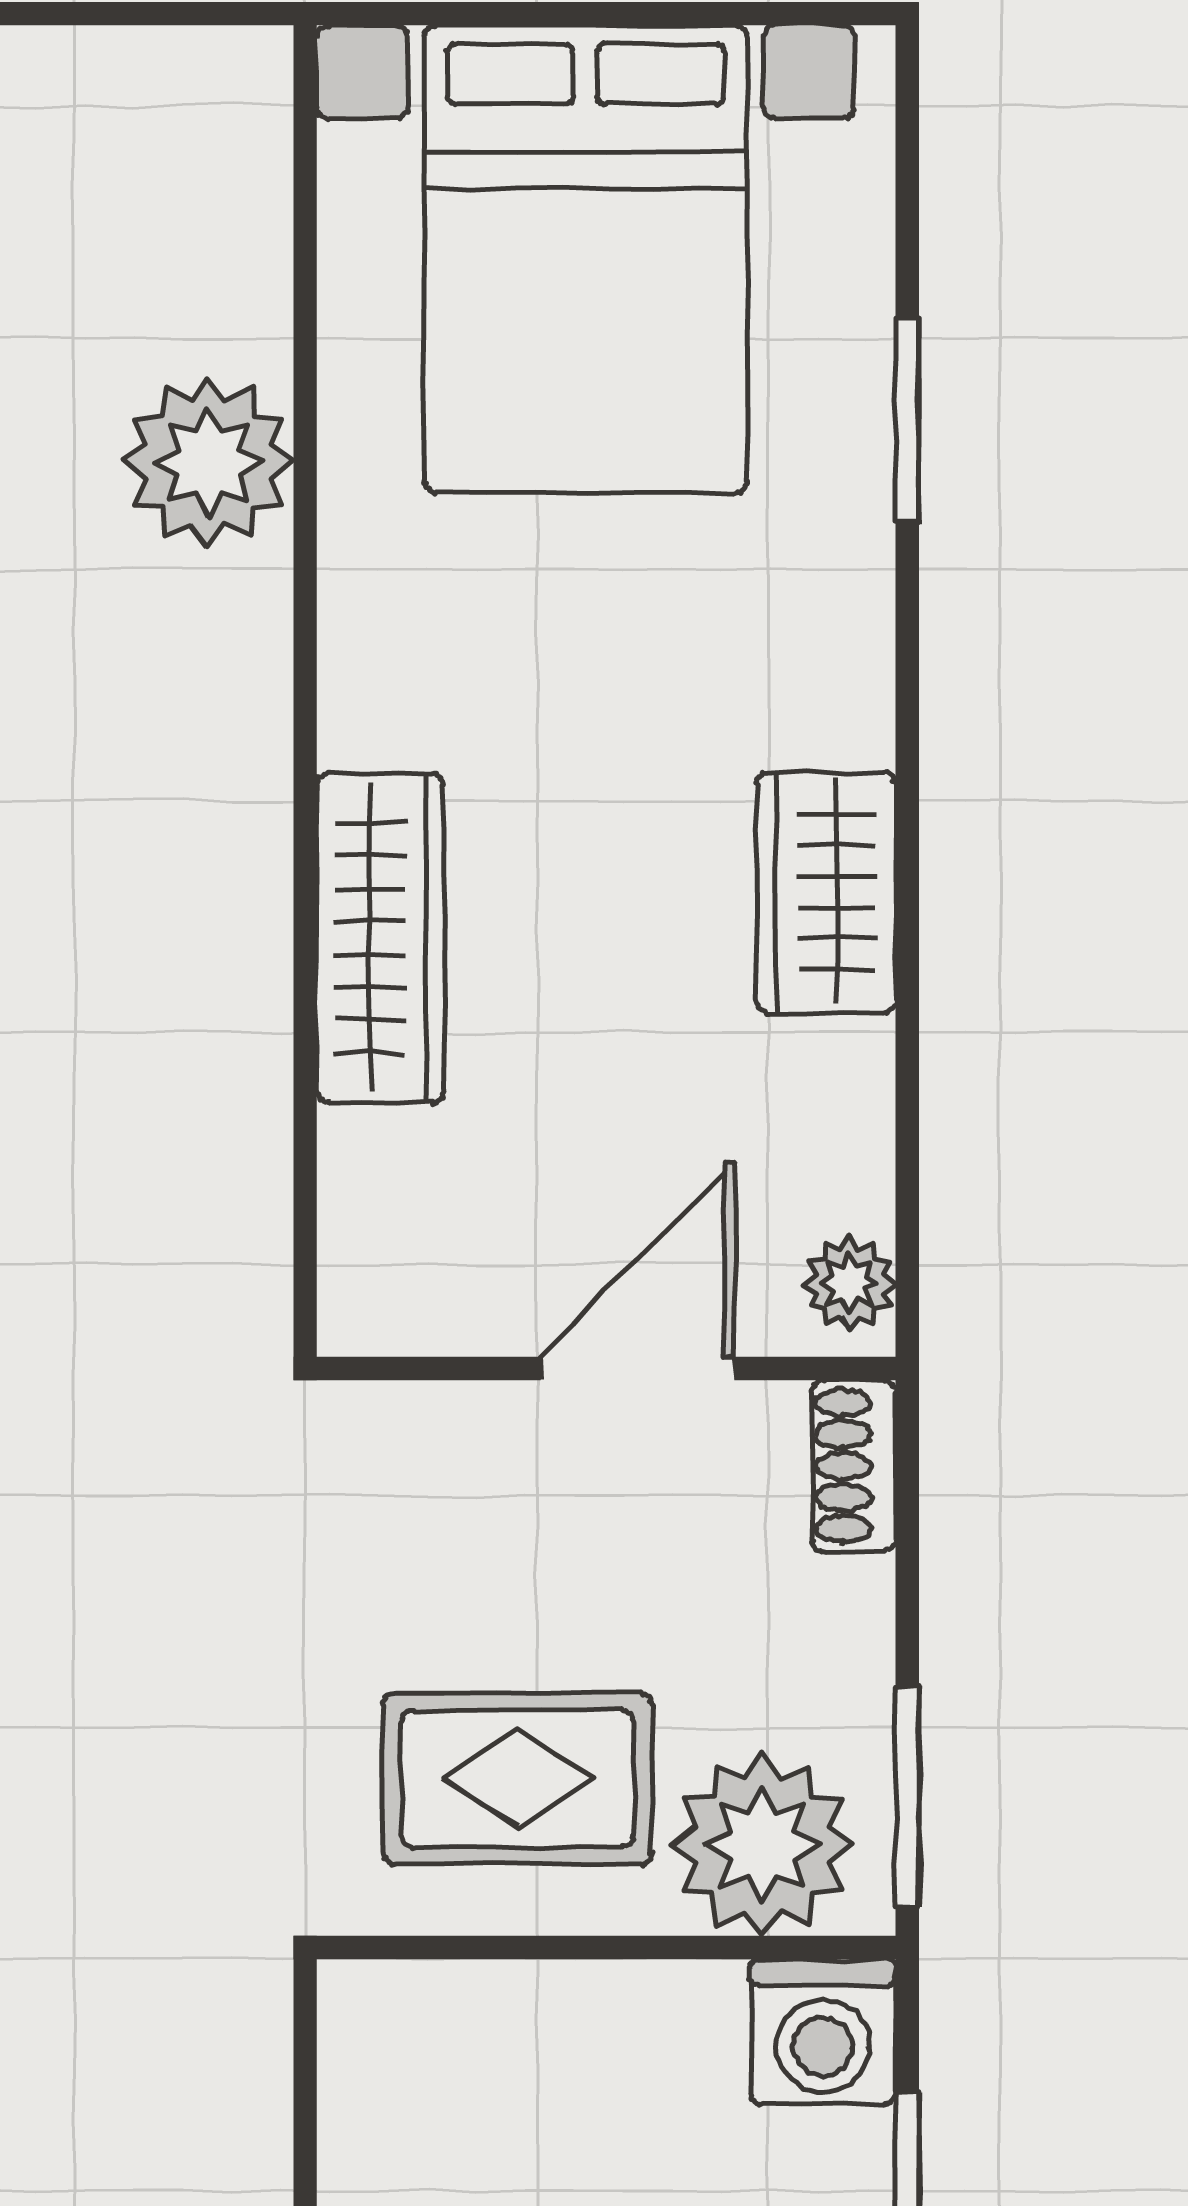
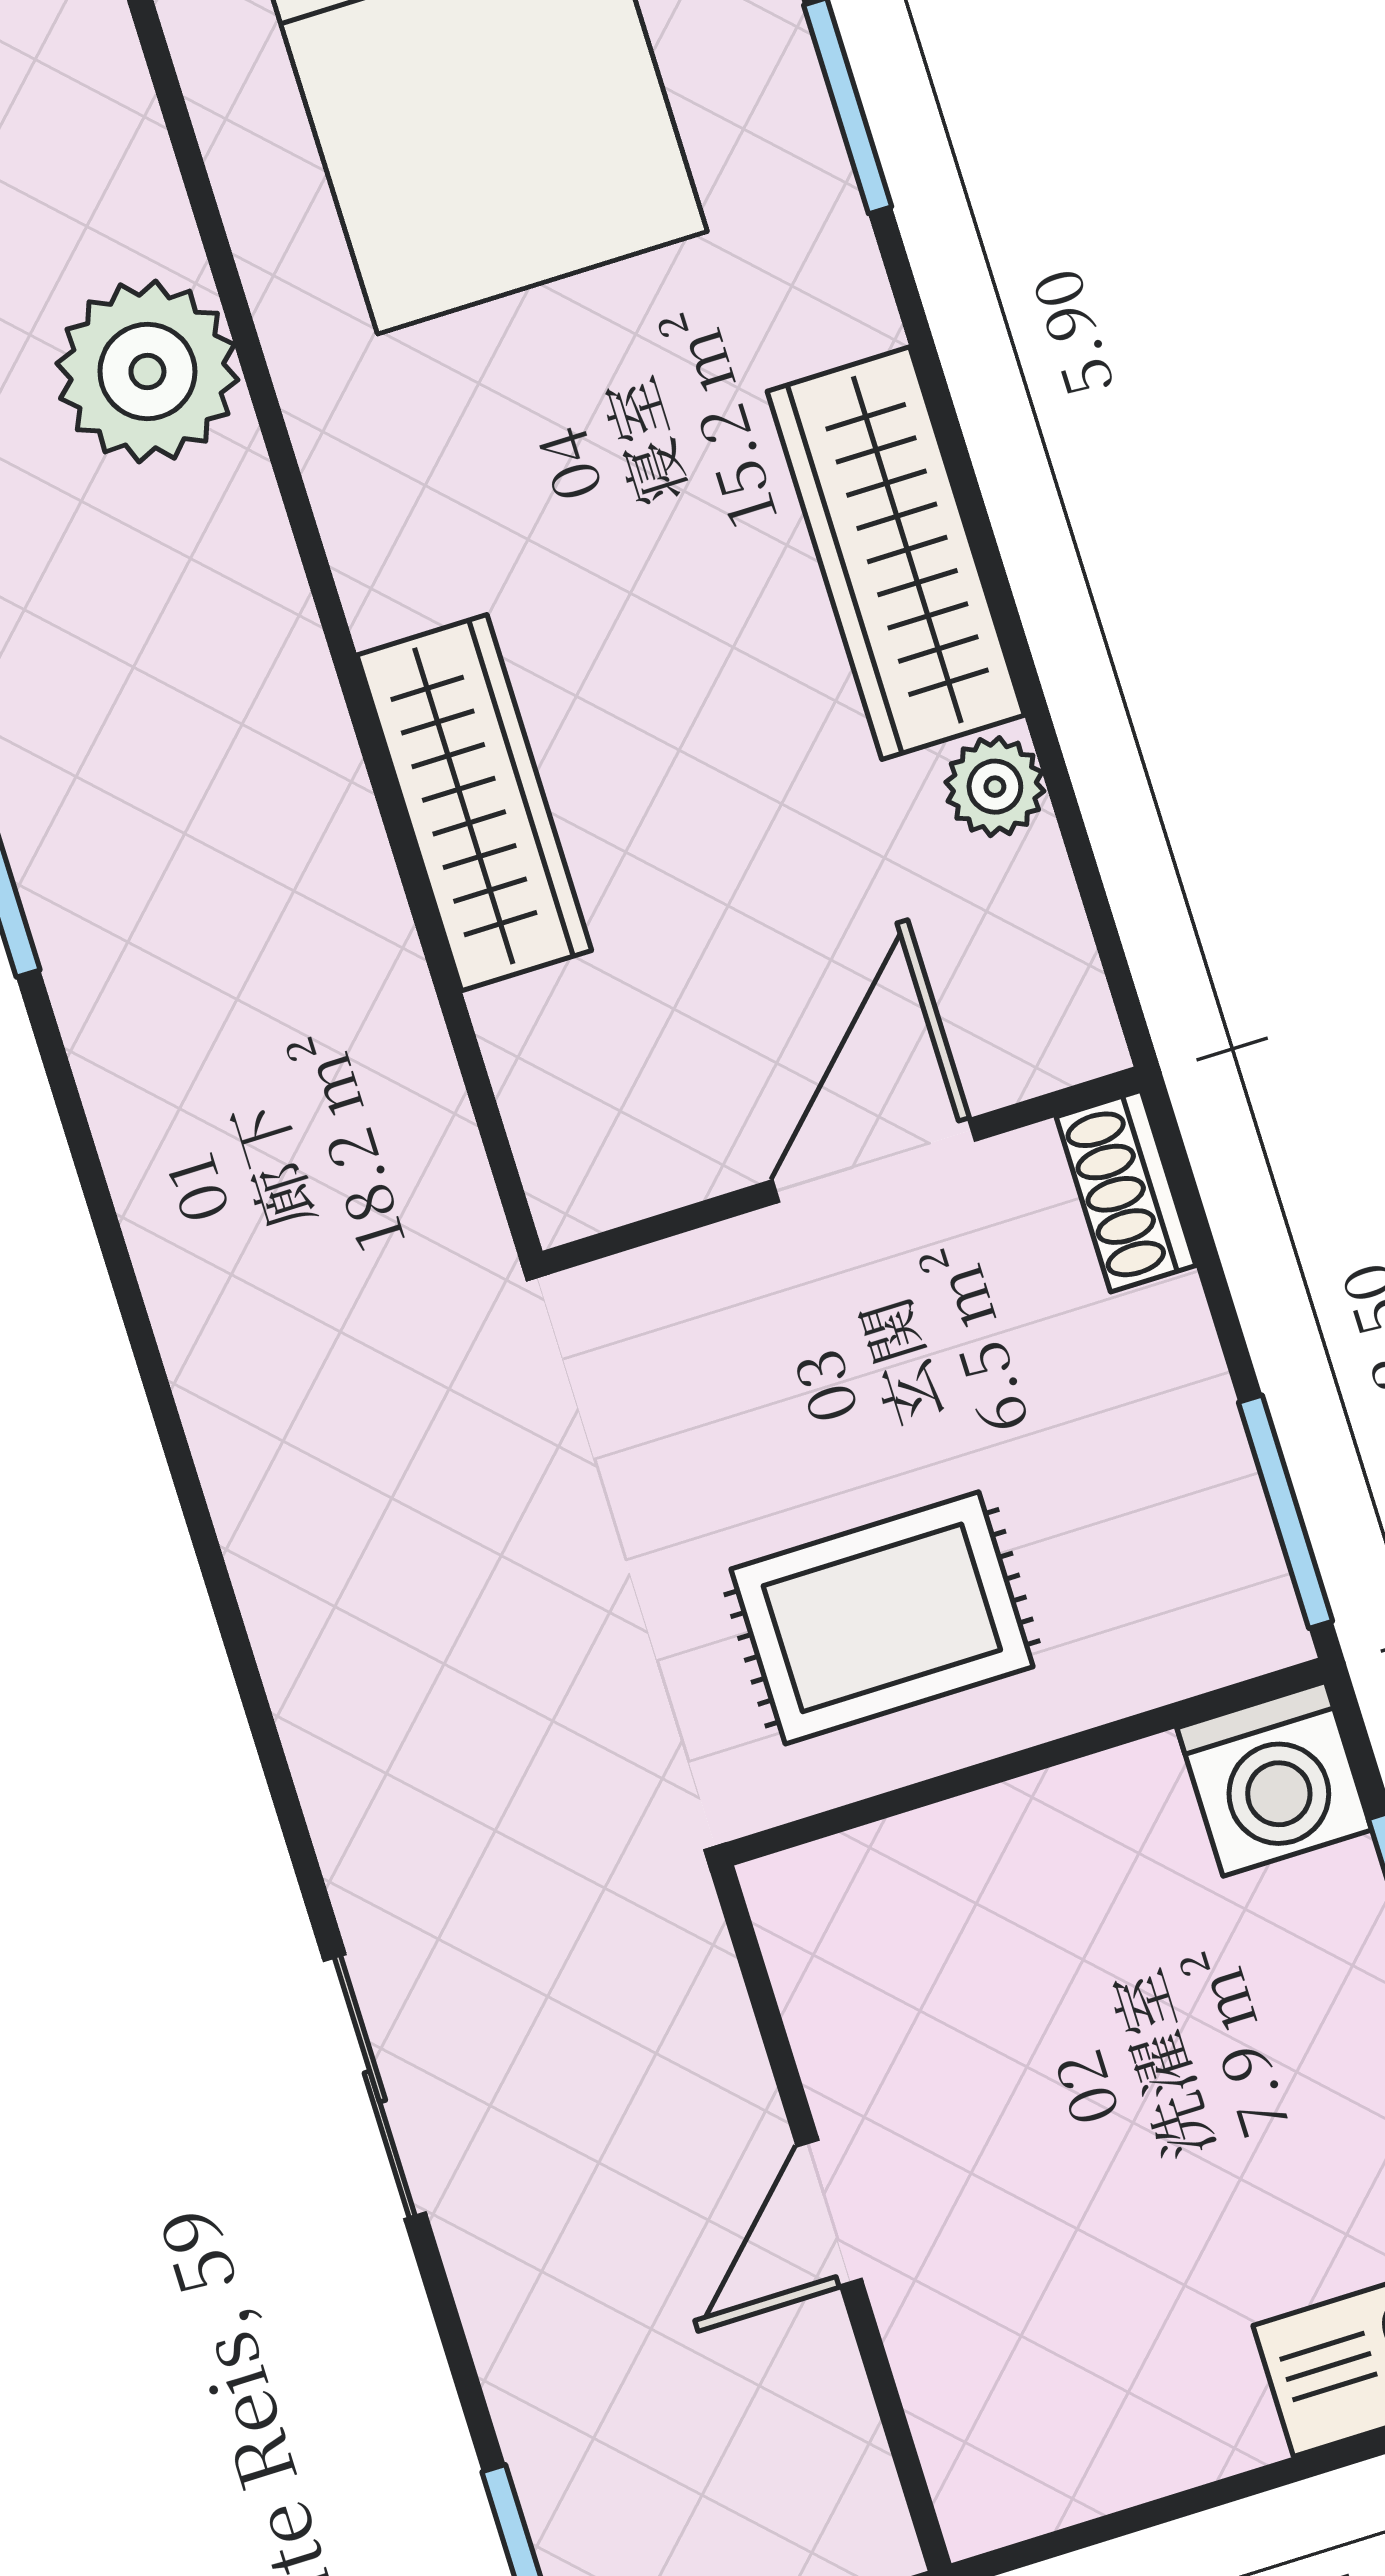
wardrobe: (826, 893) -> (896, 553), width x1.50
plant: (850, 1283) -> (995, 787), moved
plant: (762, 1845) -> (1153, 1607), removed

